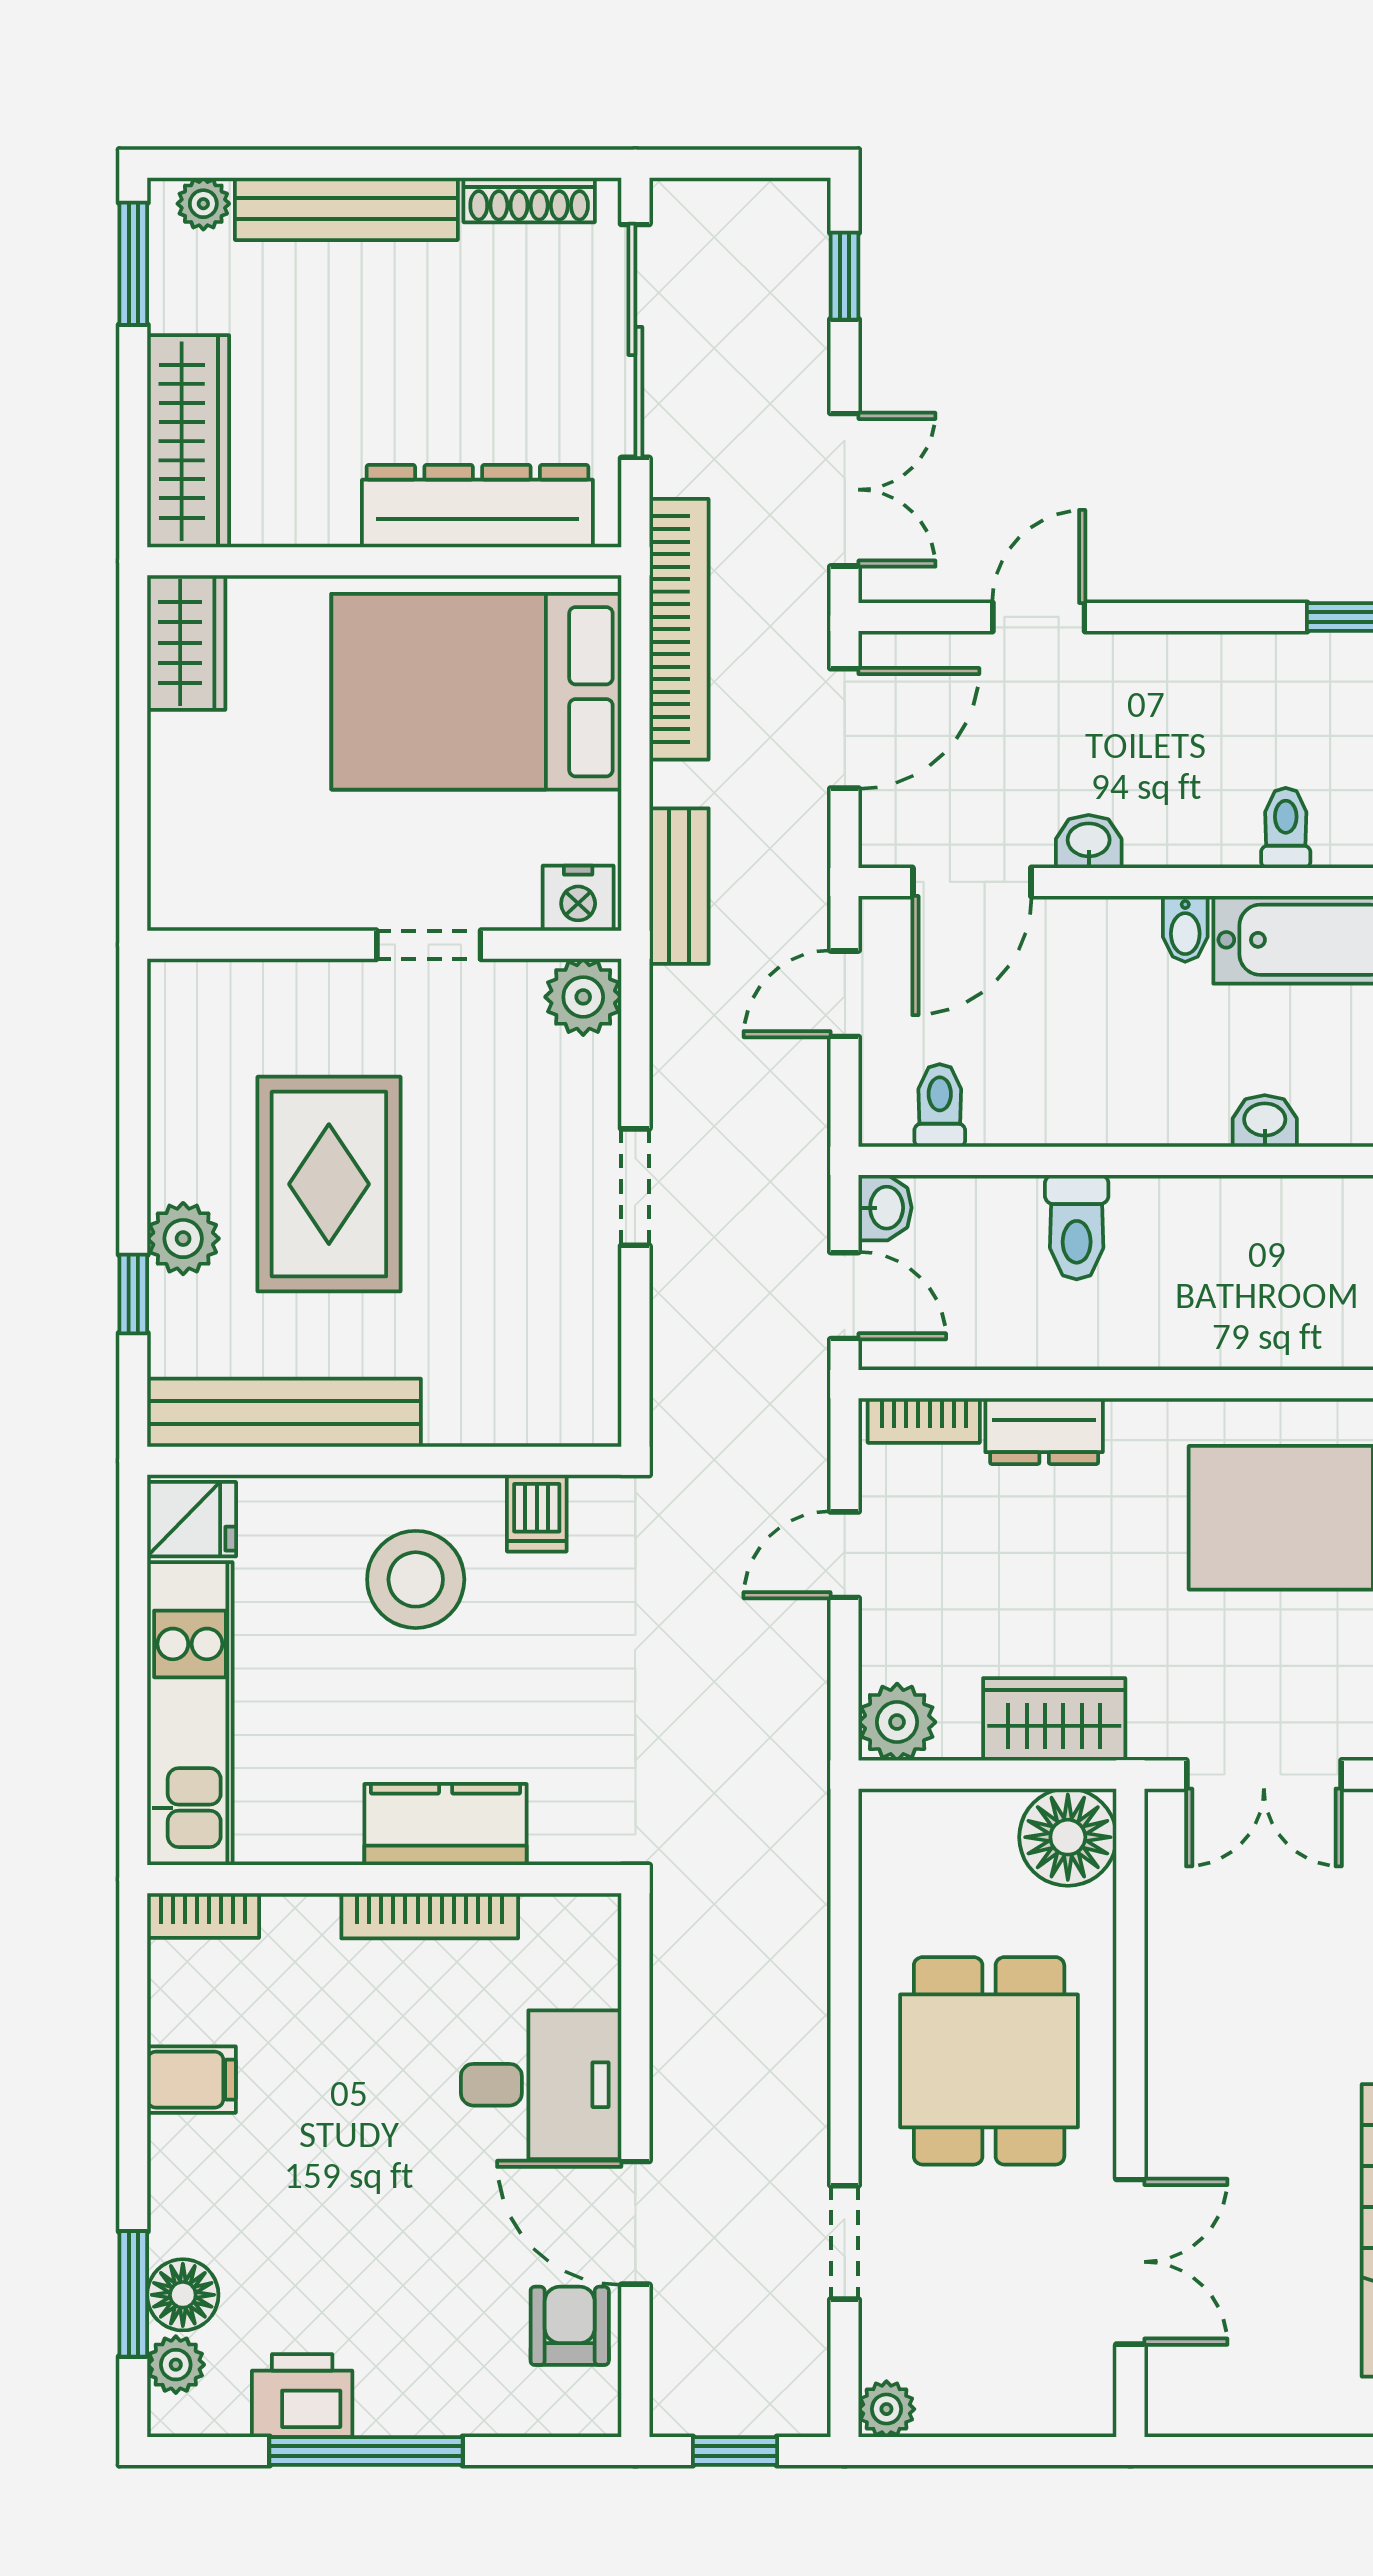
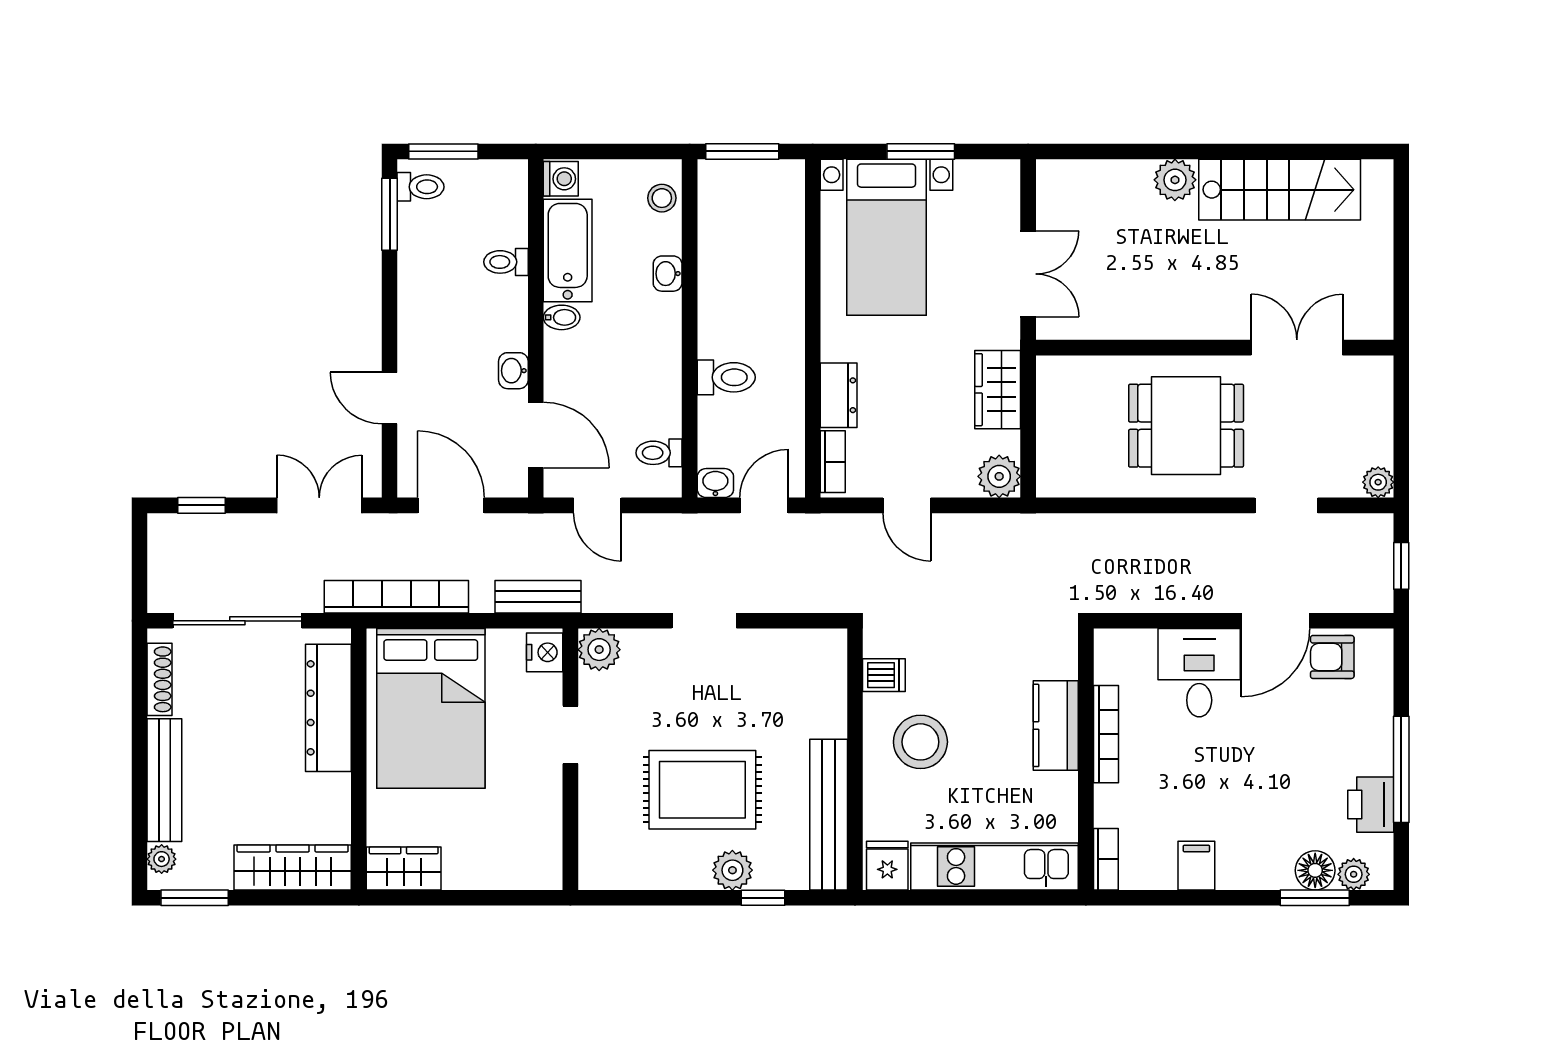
floor lamp: (1068, 1837) -> (1063, 382), removed

